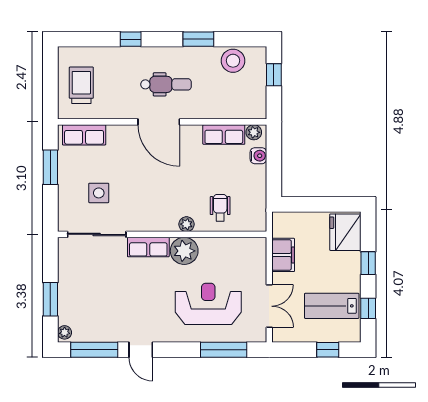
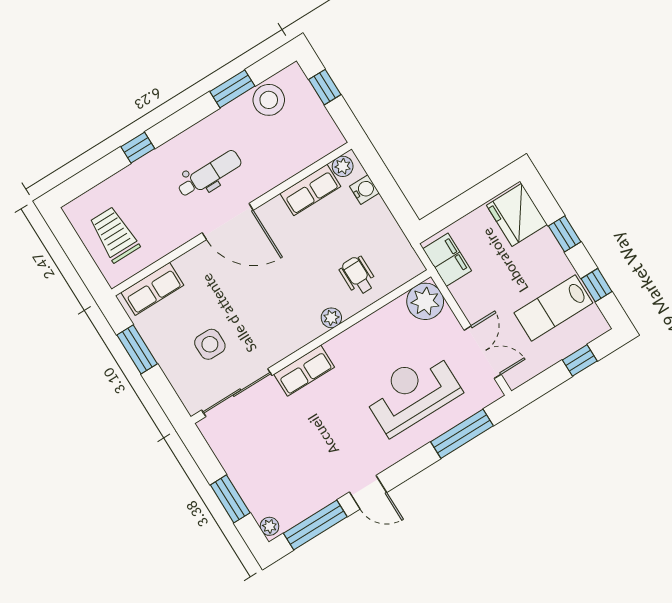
window: (198, 39) -> (232, 89), moved
plant: (184, 251) -> (425, 301), moved
filing cabinet: (283, 255) -> (447, 260), moved

